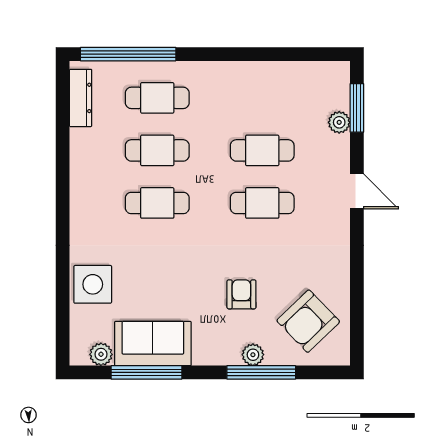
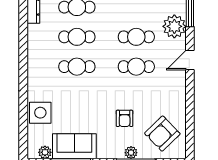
plant: (339, 122) -> (174, 26), width x1.87, depth x1.87
door: (357, 191) -> (190, 60), swing flipped
armchair: (241, 294) -> (125, 118), turned 180

